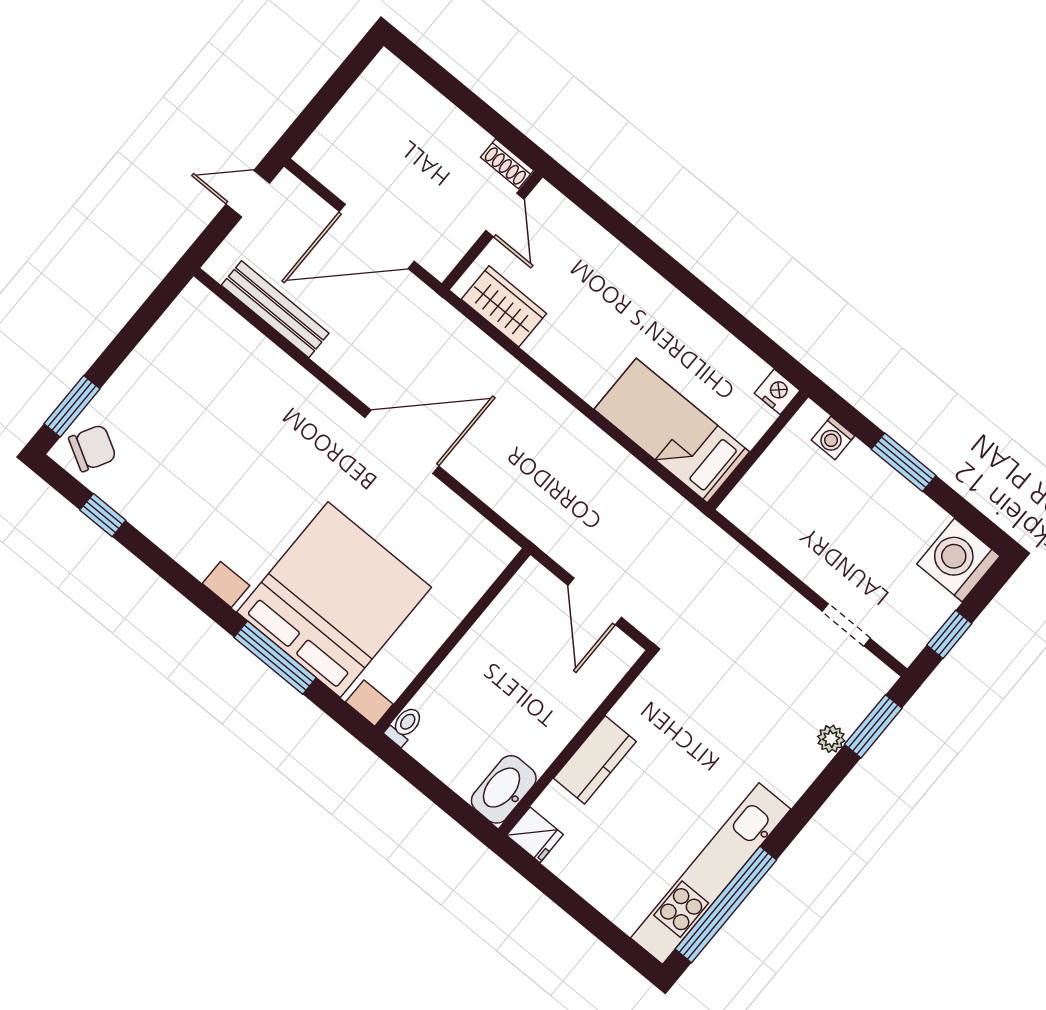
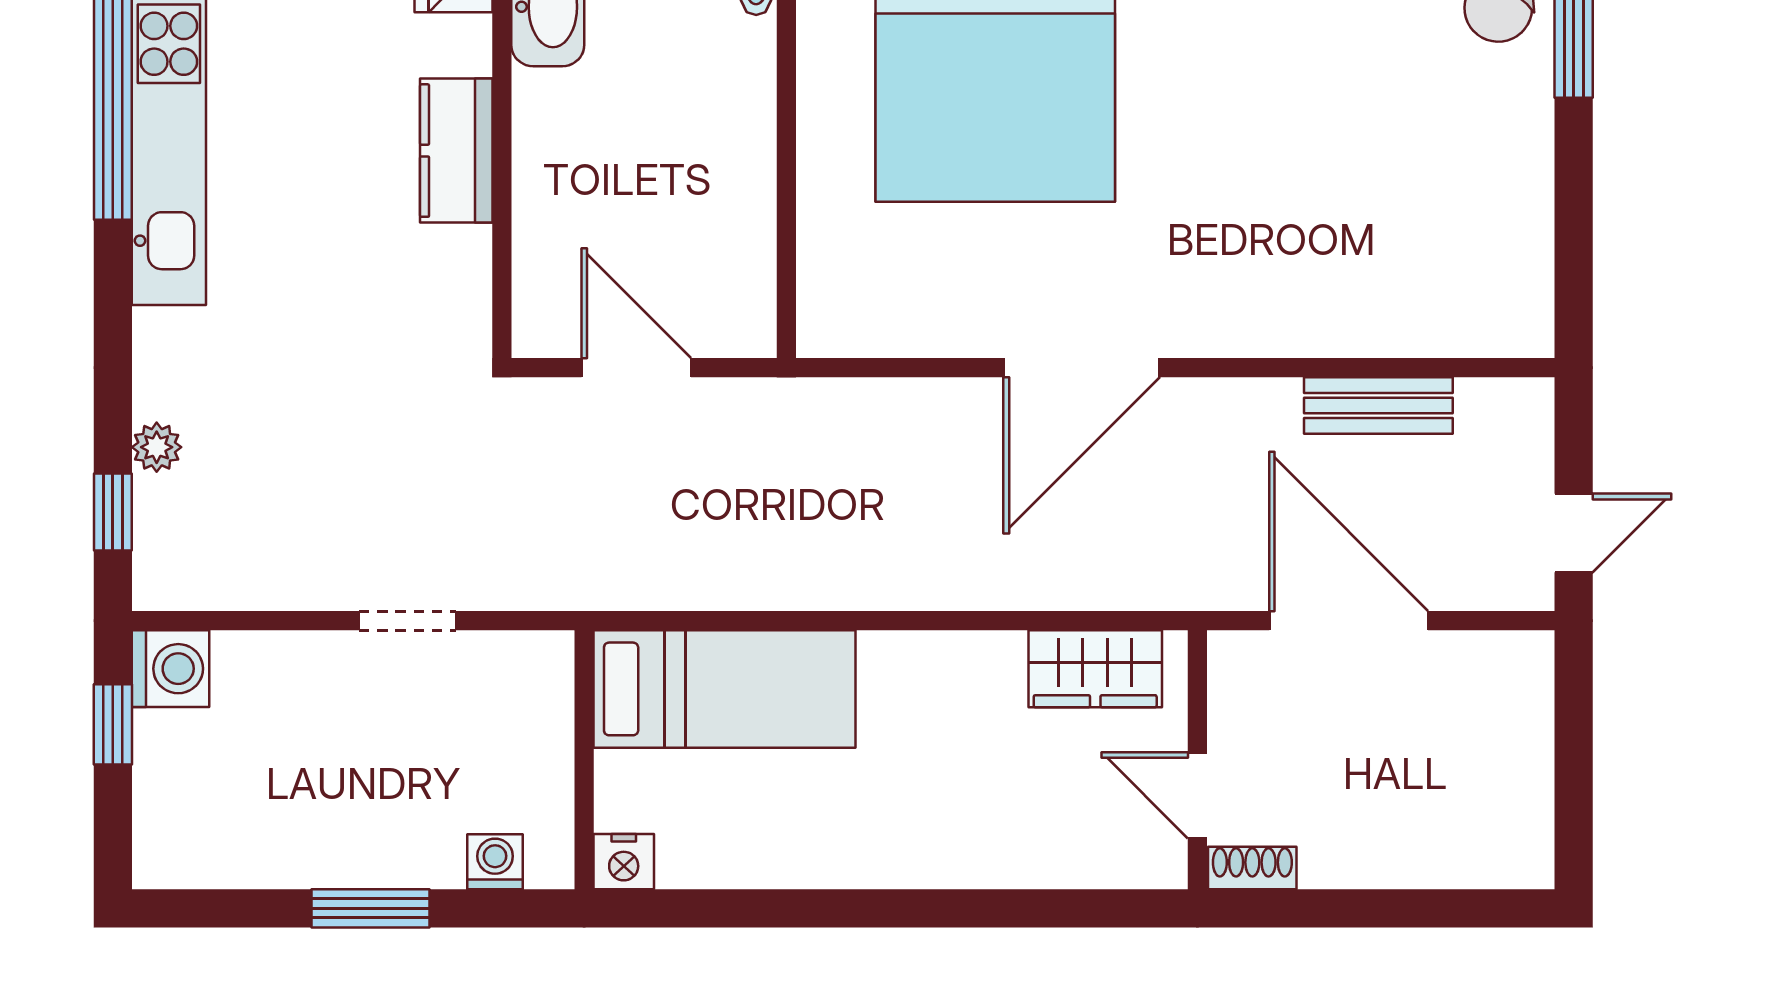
door: (377, 236) -> (1349, 621), hinge flipped
bench: (275, 309) -> (1378, 406), width x0.73
washing machine: (958, 560) -> (170, 669), moved, width x0.73, depth x0.73
doorway: (846, 625) -> (407, 621), moved
window: (873, 726) -> (113, 512), width x0.67

